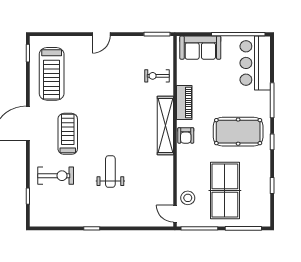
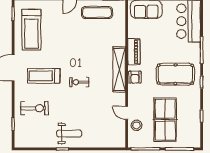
exercise mat: (137, 52) -> (97, 13), added
exercise bike: (157, 76) -> (79, 82), moved
treadmill: (68, 134) -> (44, 76), turned -90
weight bench: (110, 172) -> (69, 134), moved, turned 90
door: (175, 214) -> (127, 113), moved

